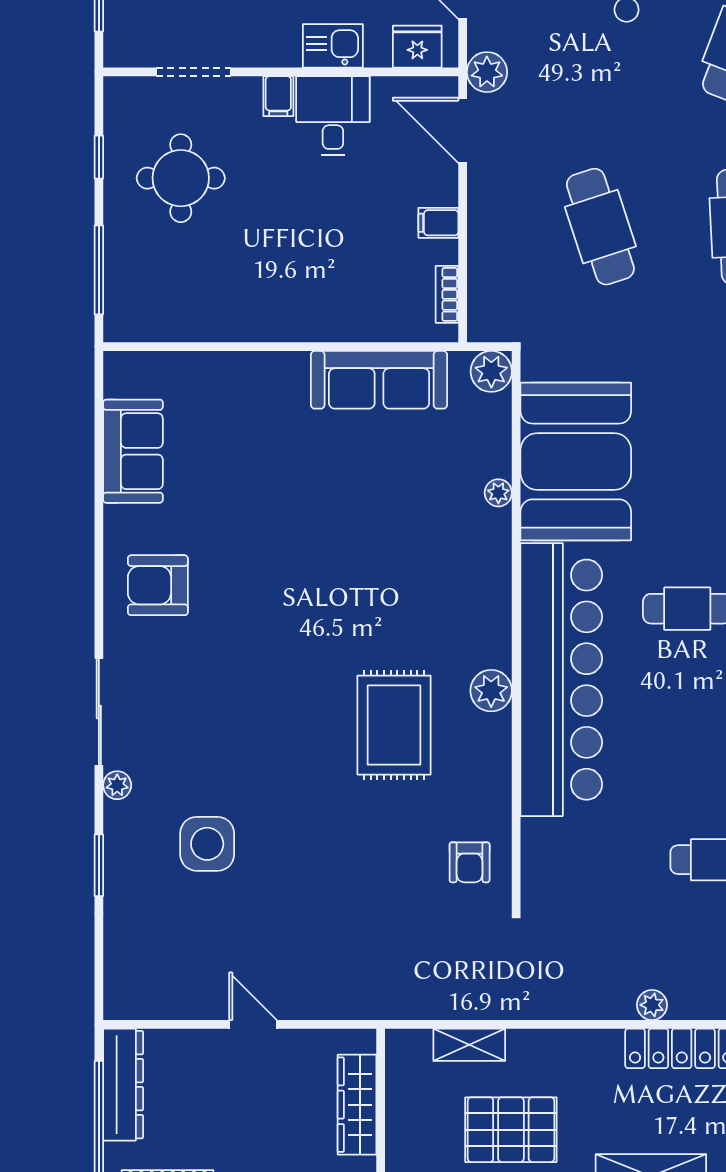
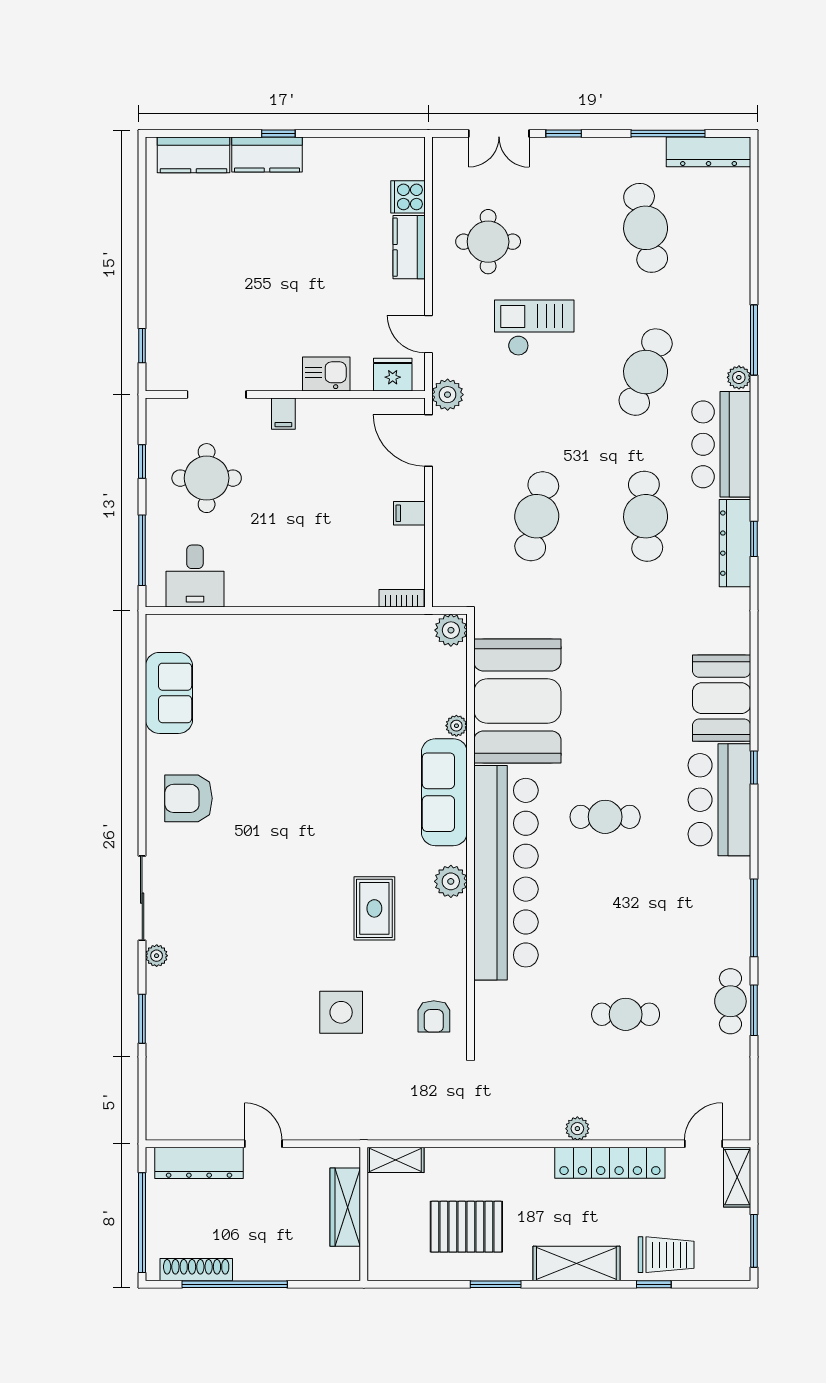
desk: (333, 116) -> (195, 576), moved, turned 180
cafe table: (600, 227) -> (537, 516), turned 30
bookcase: (447, 294) -> (402, 598), moved, turned 90
sofa: (379, 380) -> (444, 792), moved, turned 90
rug: (394, 725) -> (374, 908), width x0.73, depth x0.70
side table: (207, 844) -> (341, 1012), moved
shelving: (469, 1045) -> (395, 1160), moved
dresser: (123, 1085) -> (199, 1163), moved, turned 90

